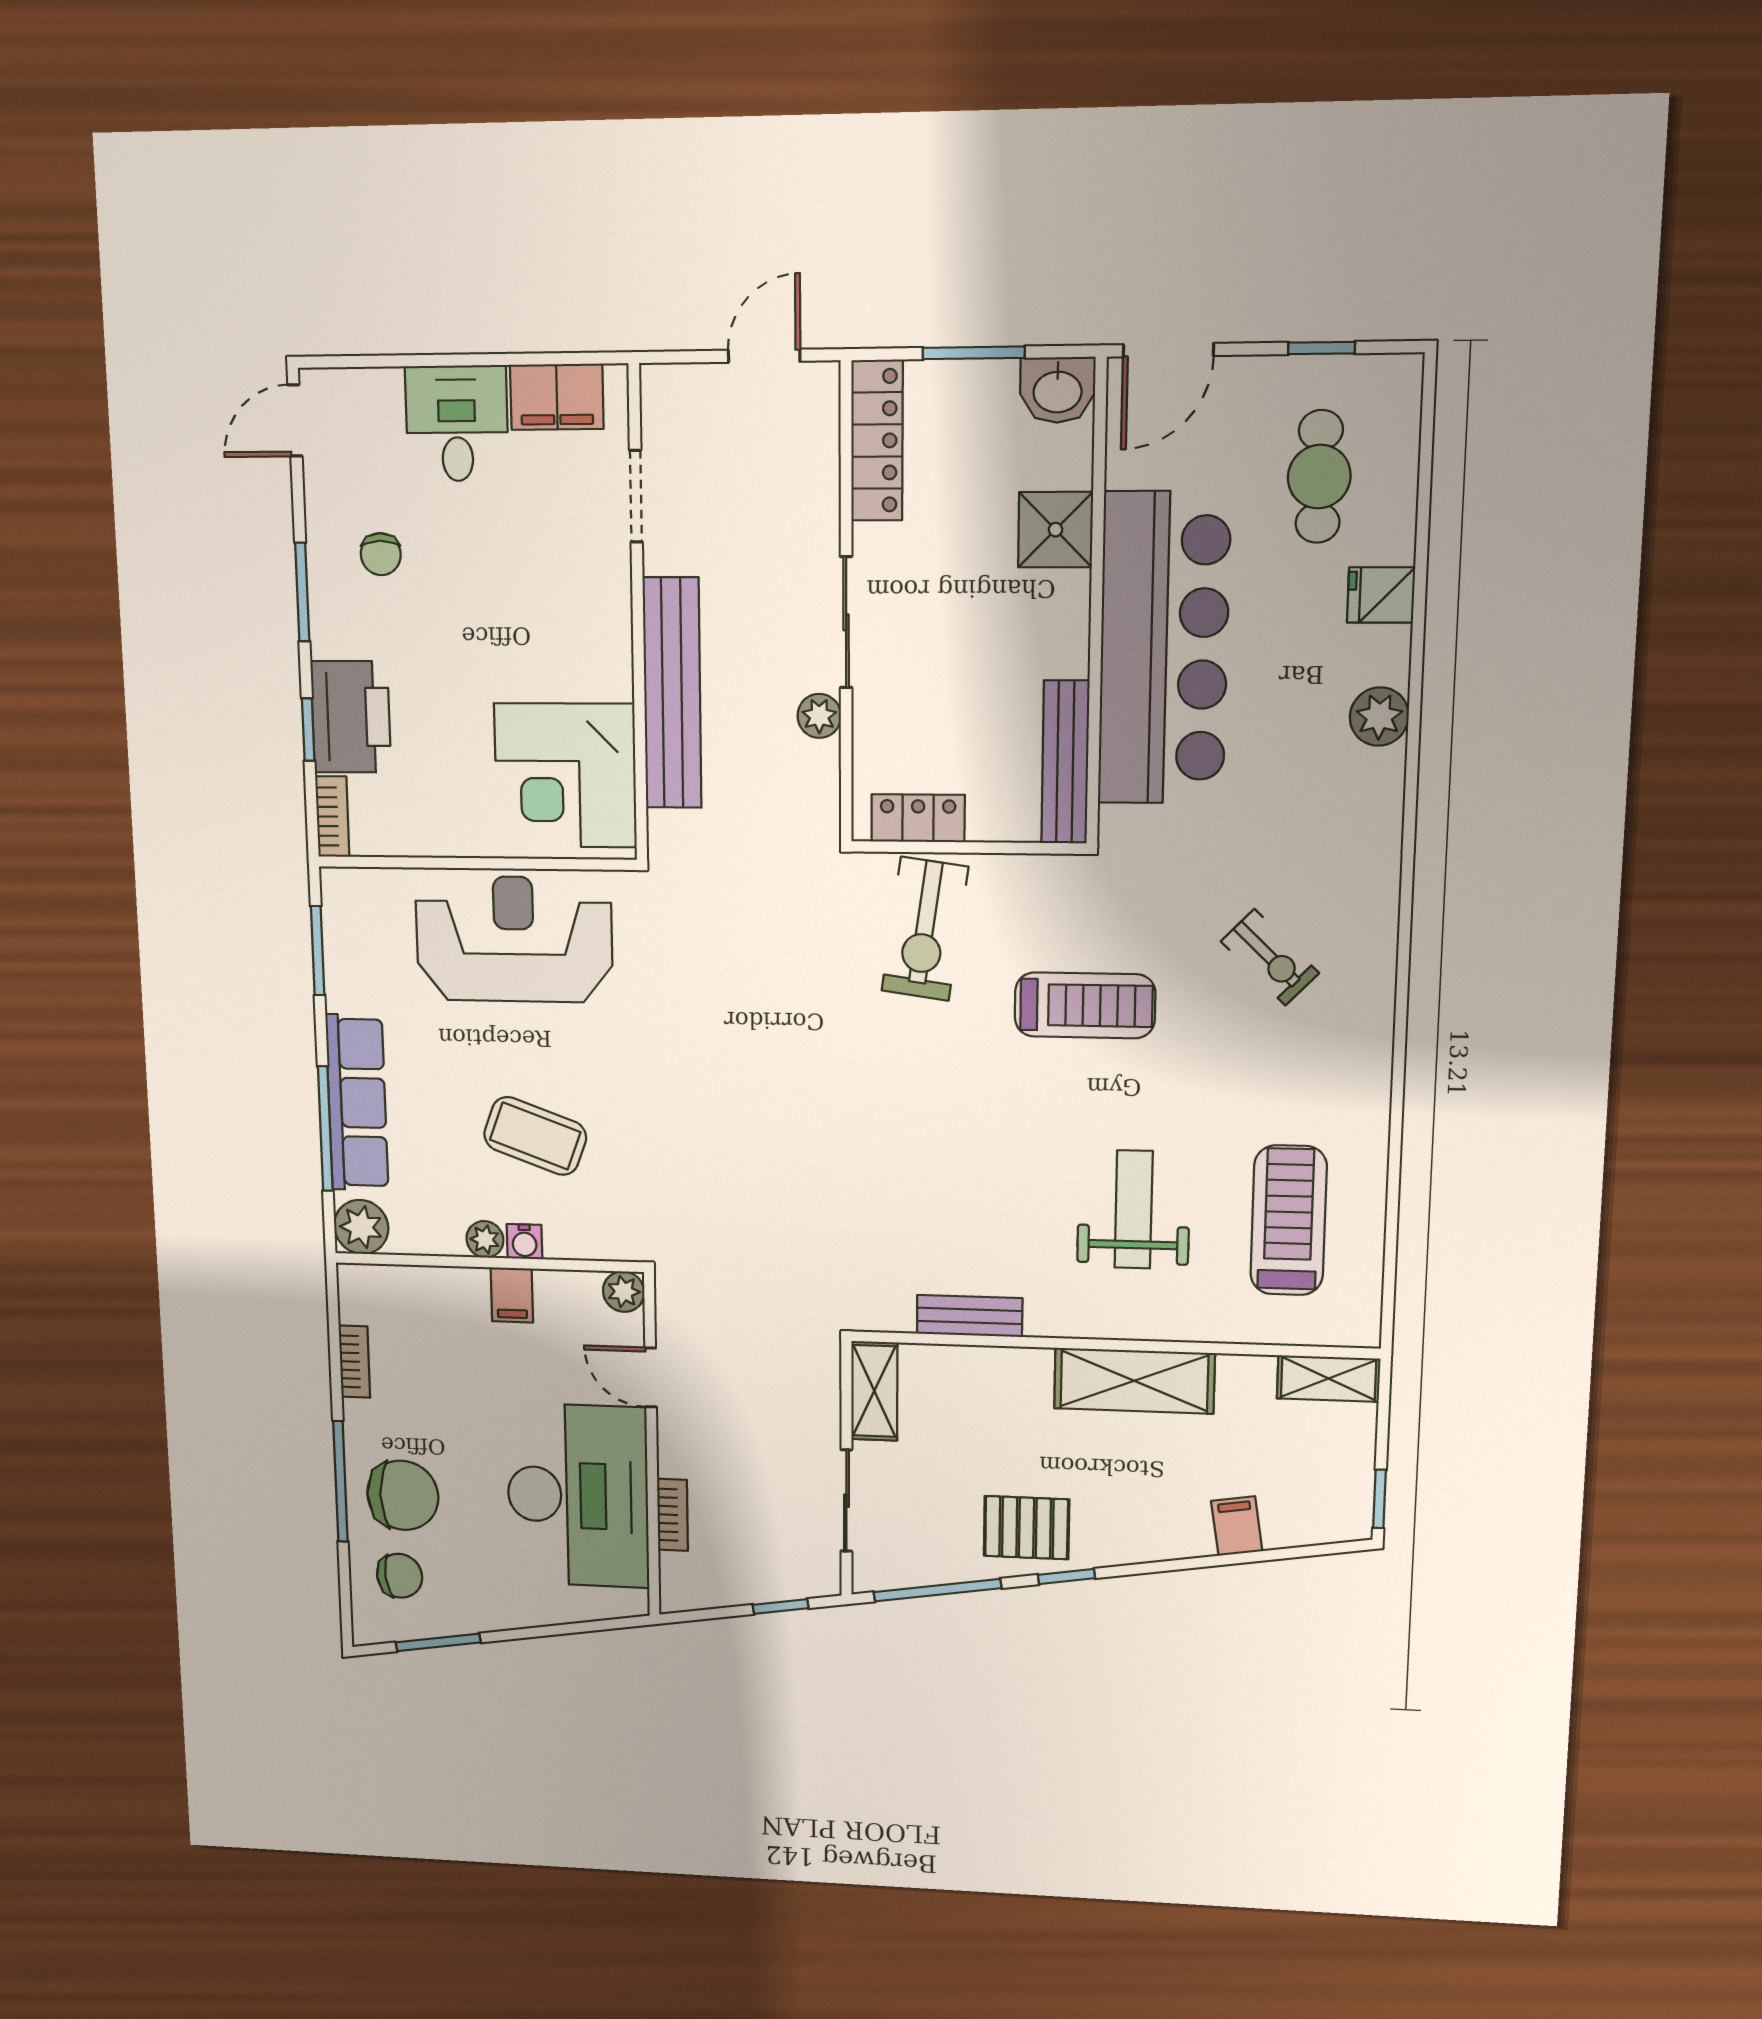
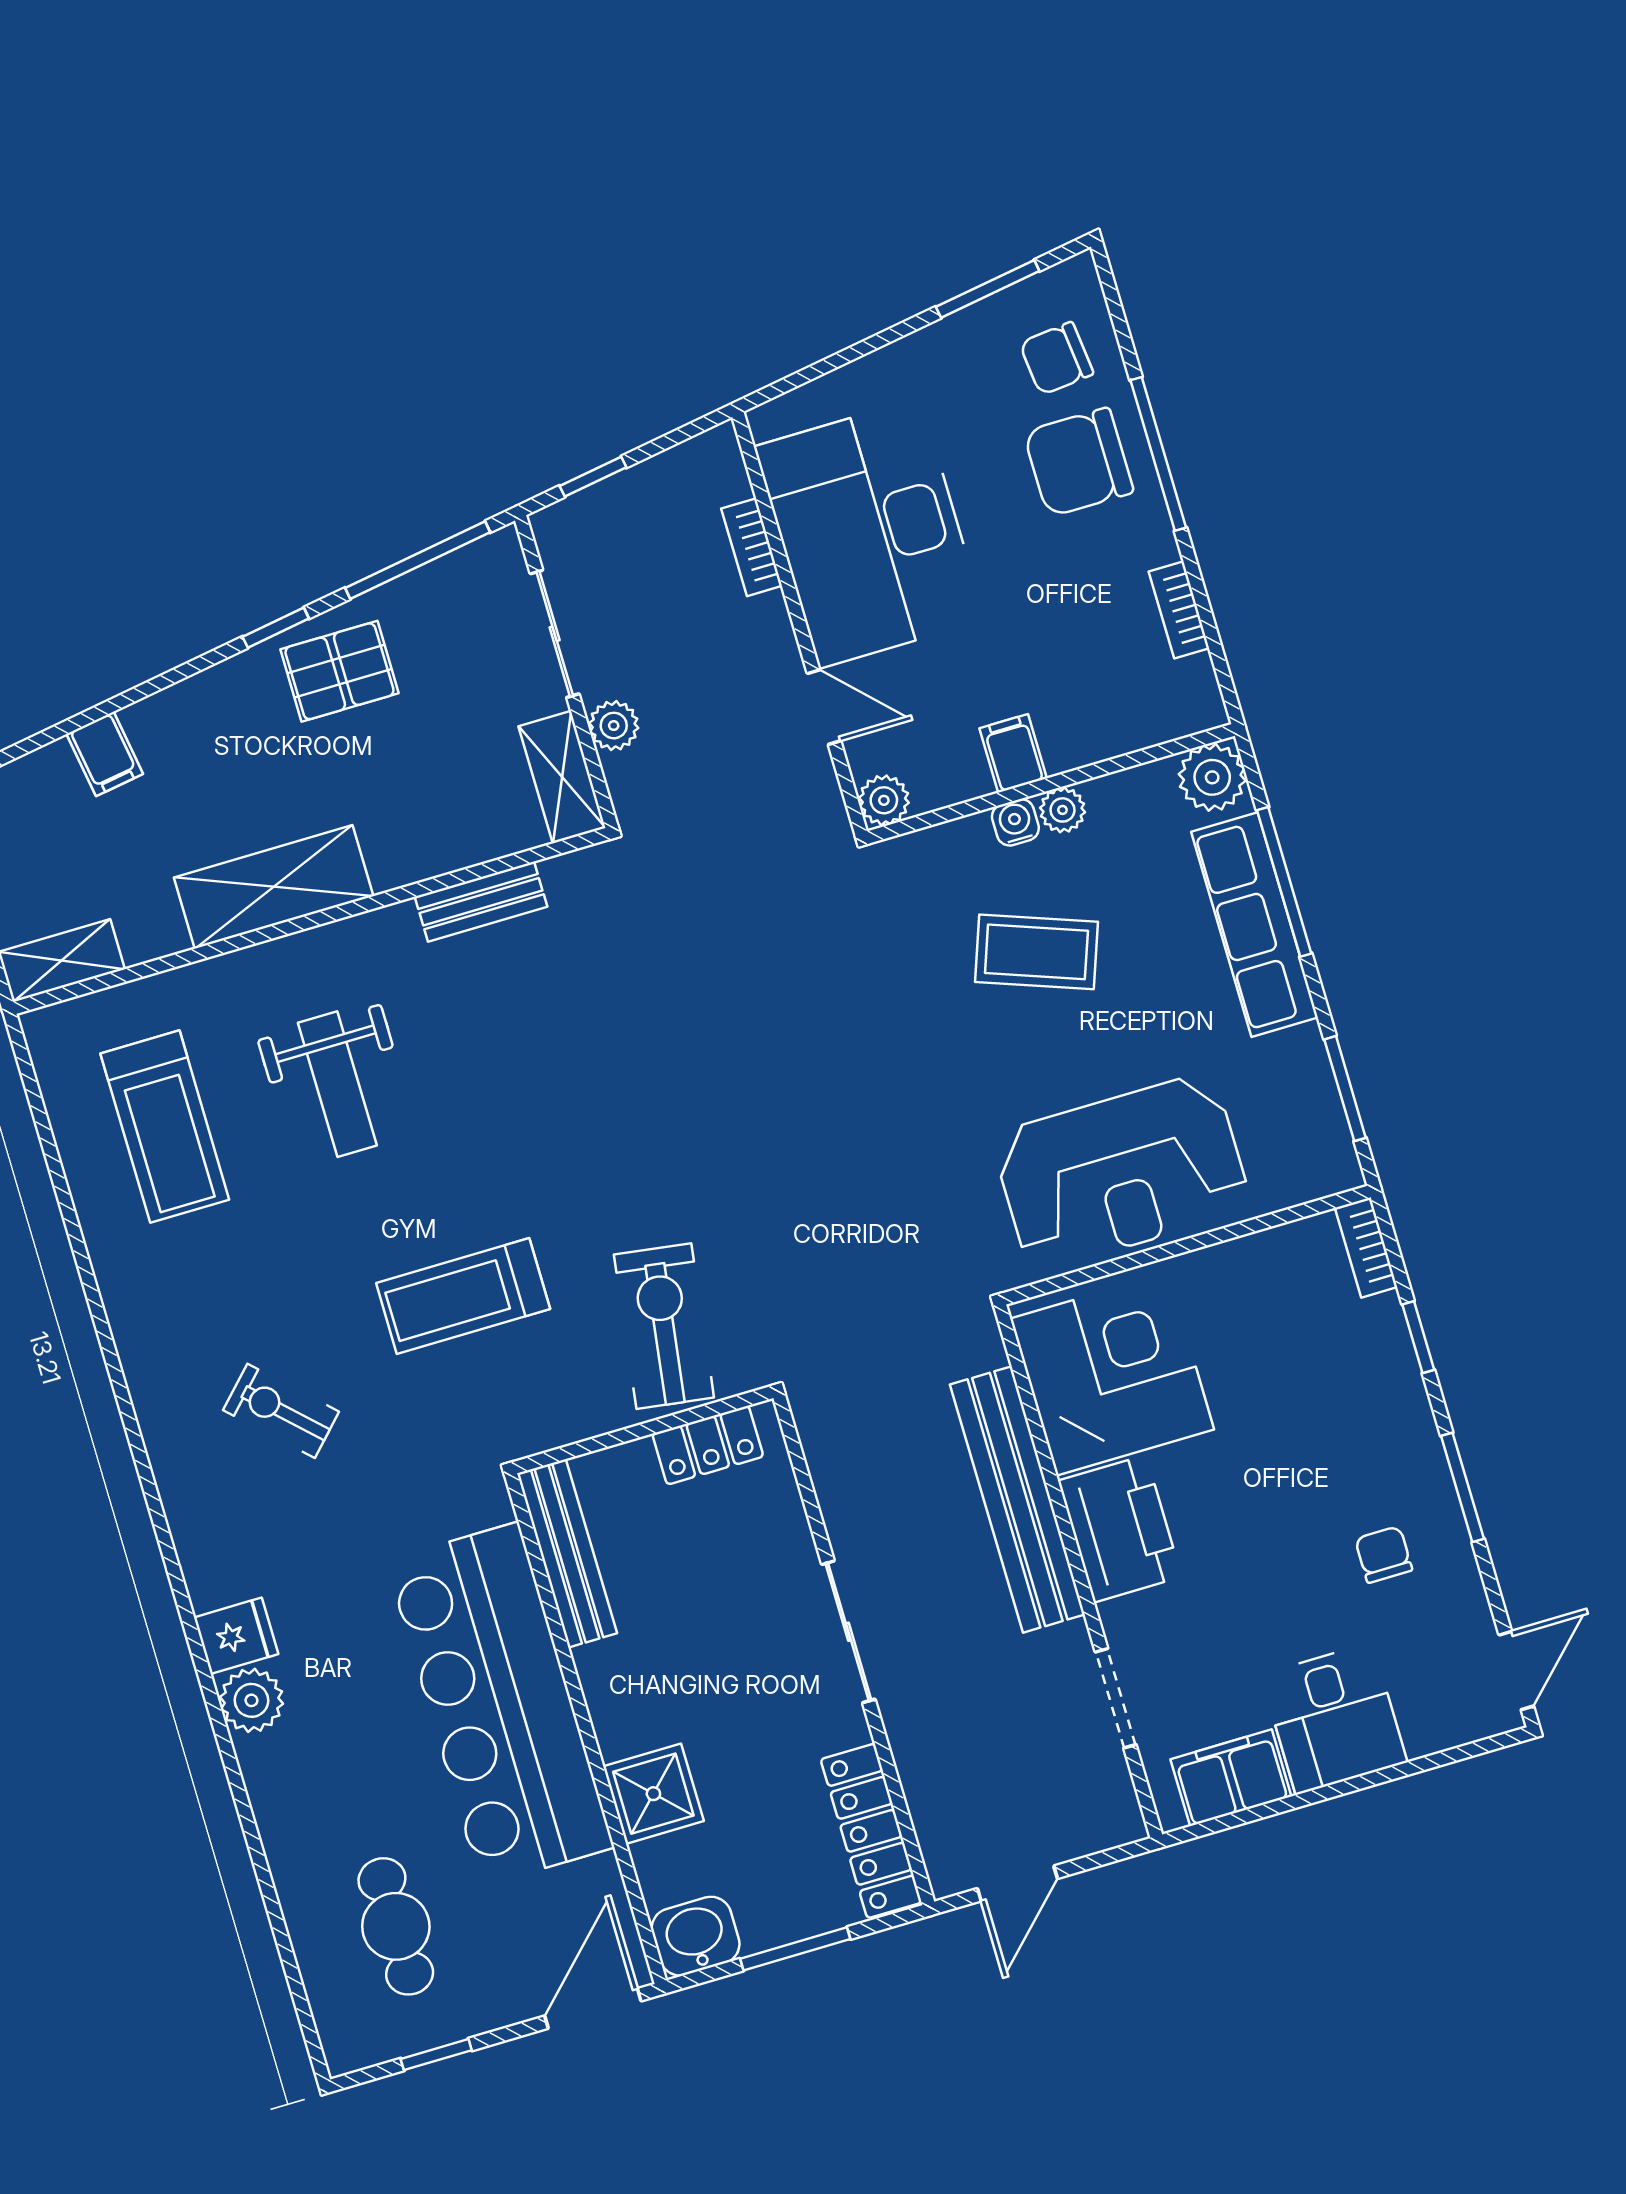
fridge: (1381, 595) -> (236, 1636), moved
plant: (819, 716) -> (614, 726), moved
printer: (351, 717) -> (1120, 1529), moved, turned 180

